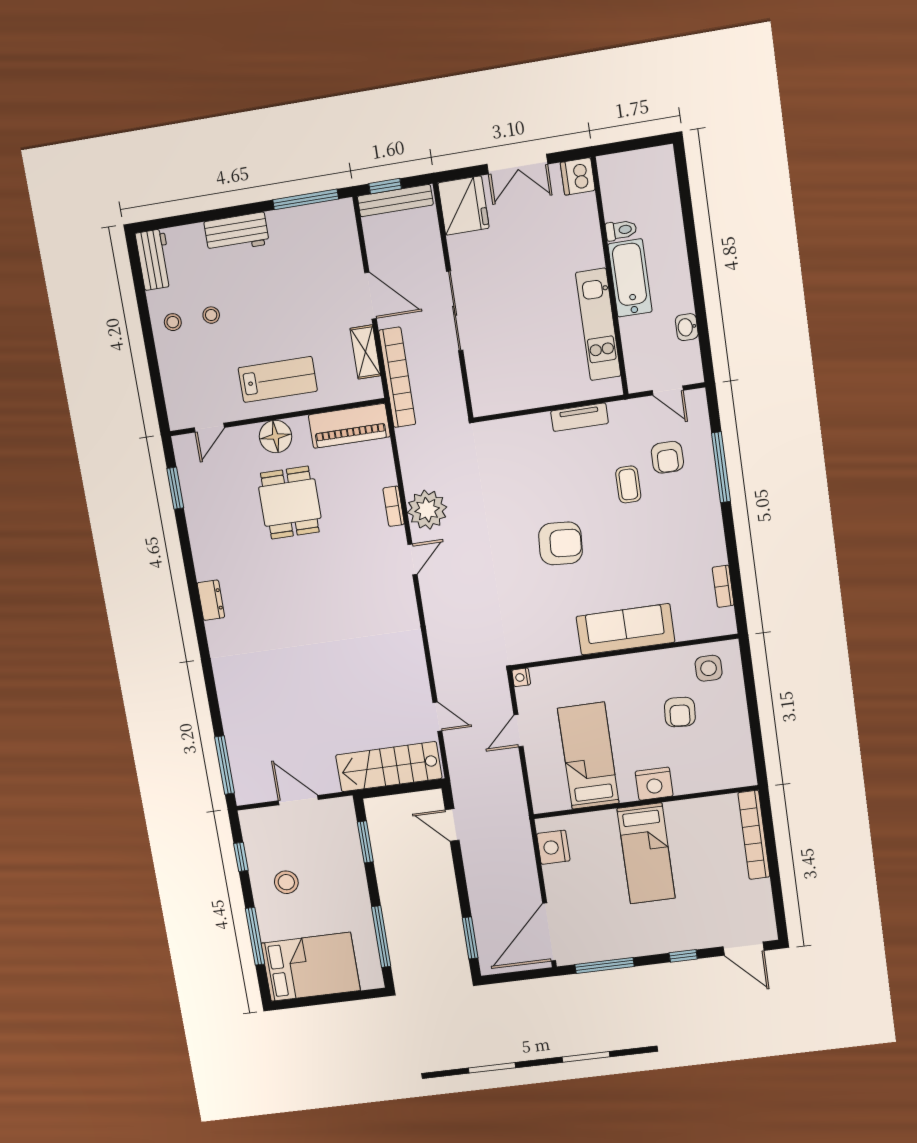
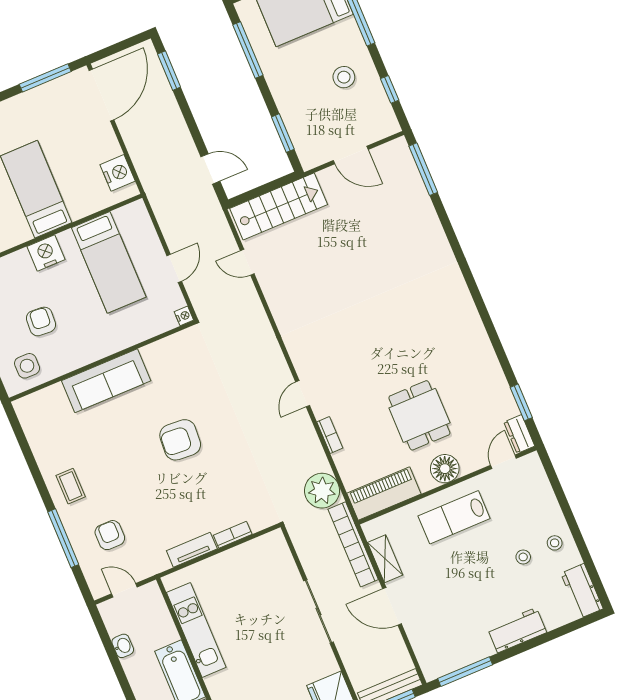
coffee table: (628, 484) -> (71, 486), moved
plant: (427, 510) -> (322, 491), moved
bookcase: (723, 586) -> (233, 535), moved, turned -90
dresser: (211, 600) -> (519, 434), moved

